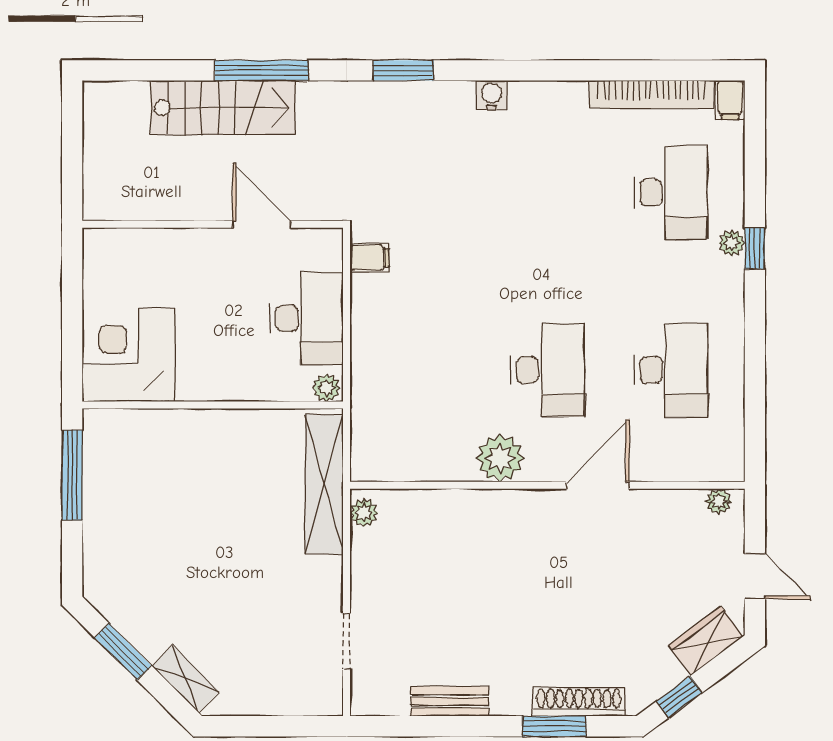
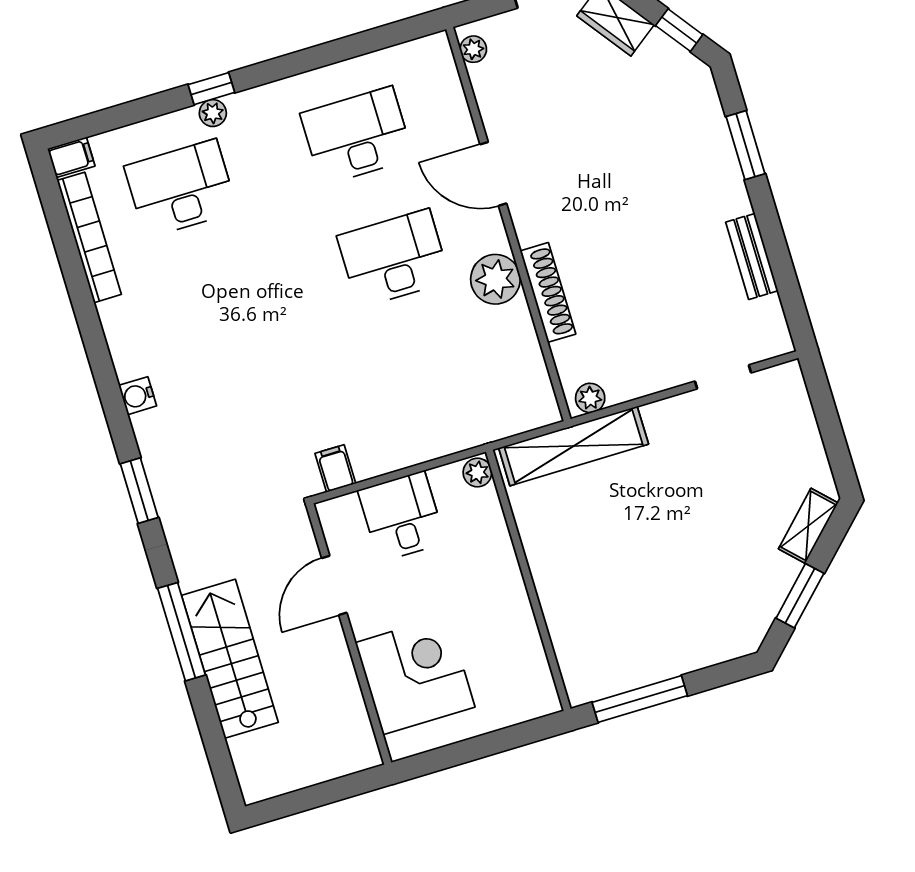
desk: (307, 318) -> (402, 516), width x0.73
corner desk: (129, 355) -> (415, 675), moved, turned 180
shoe rack: (579, 702) -> (548, 292), moved, turned 180

